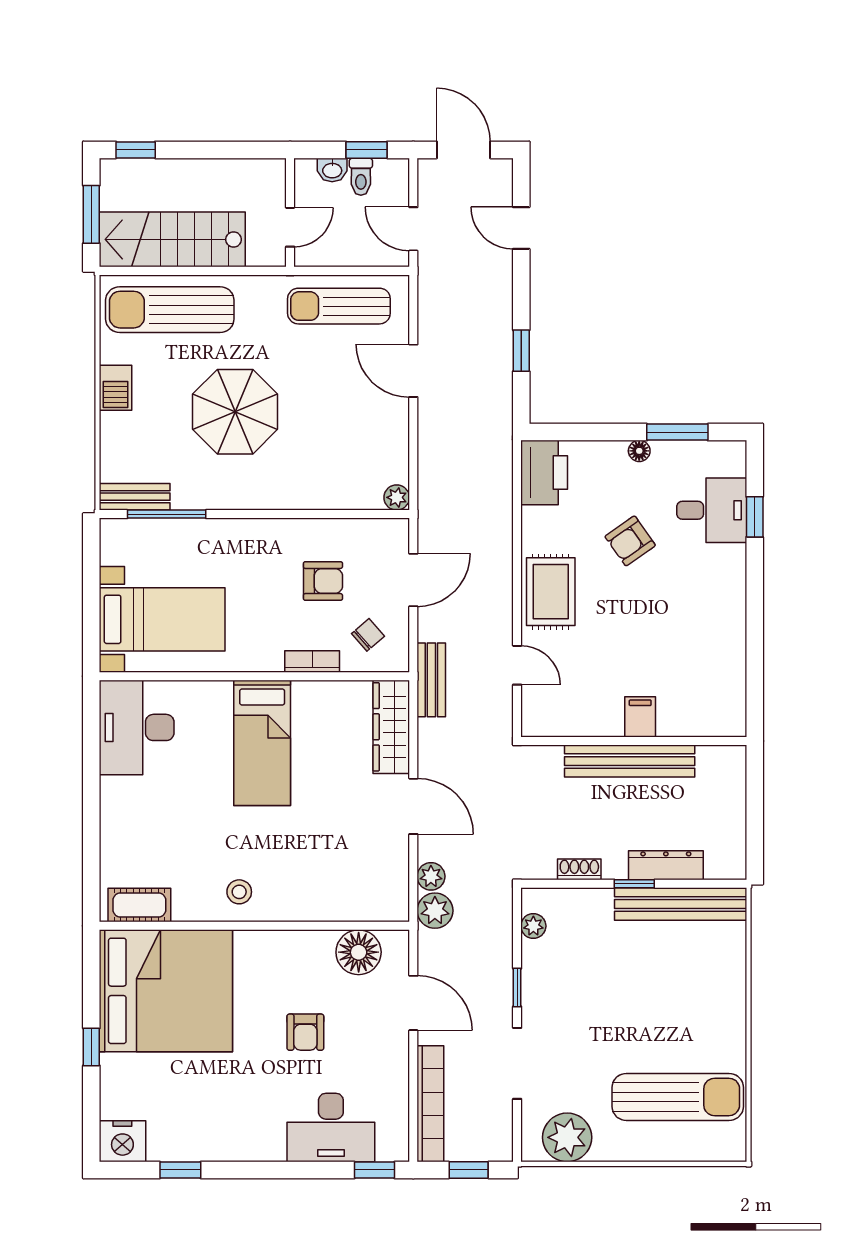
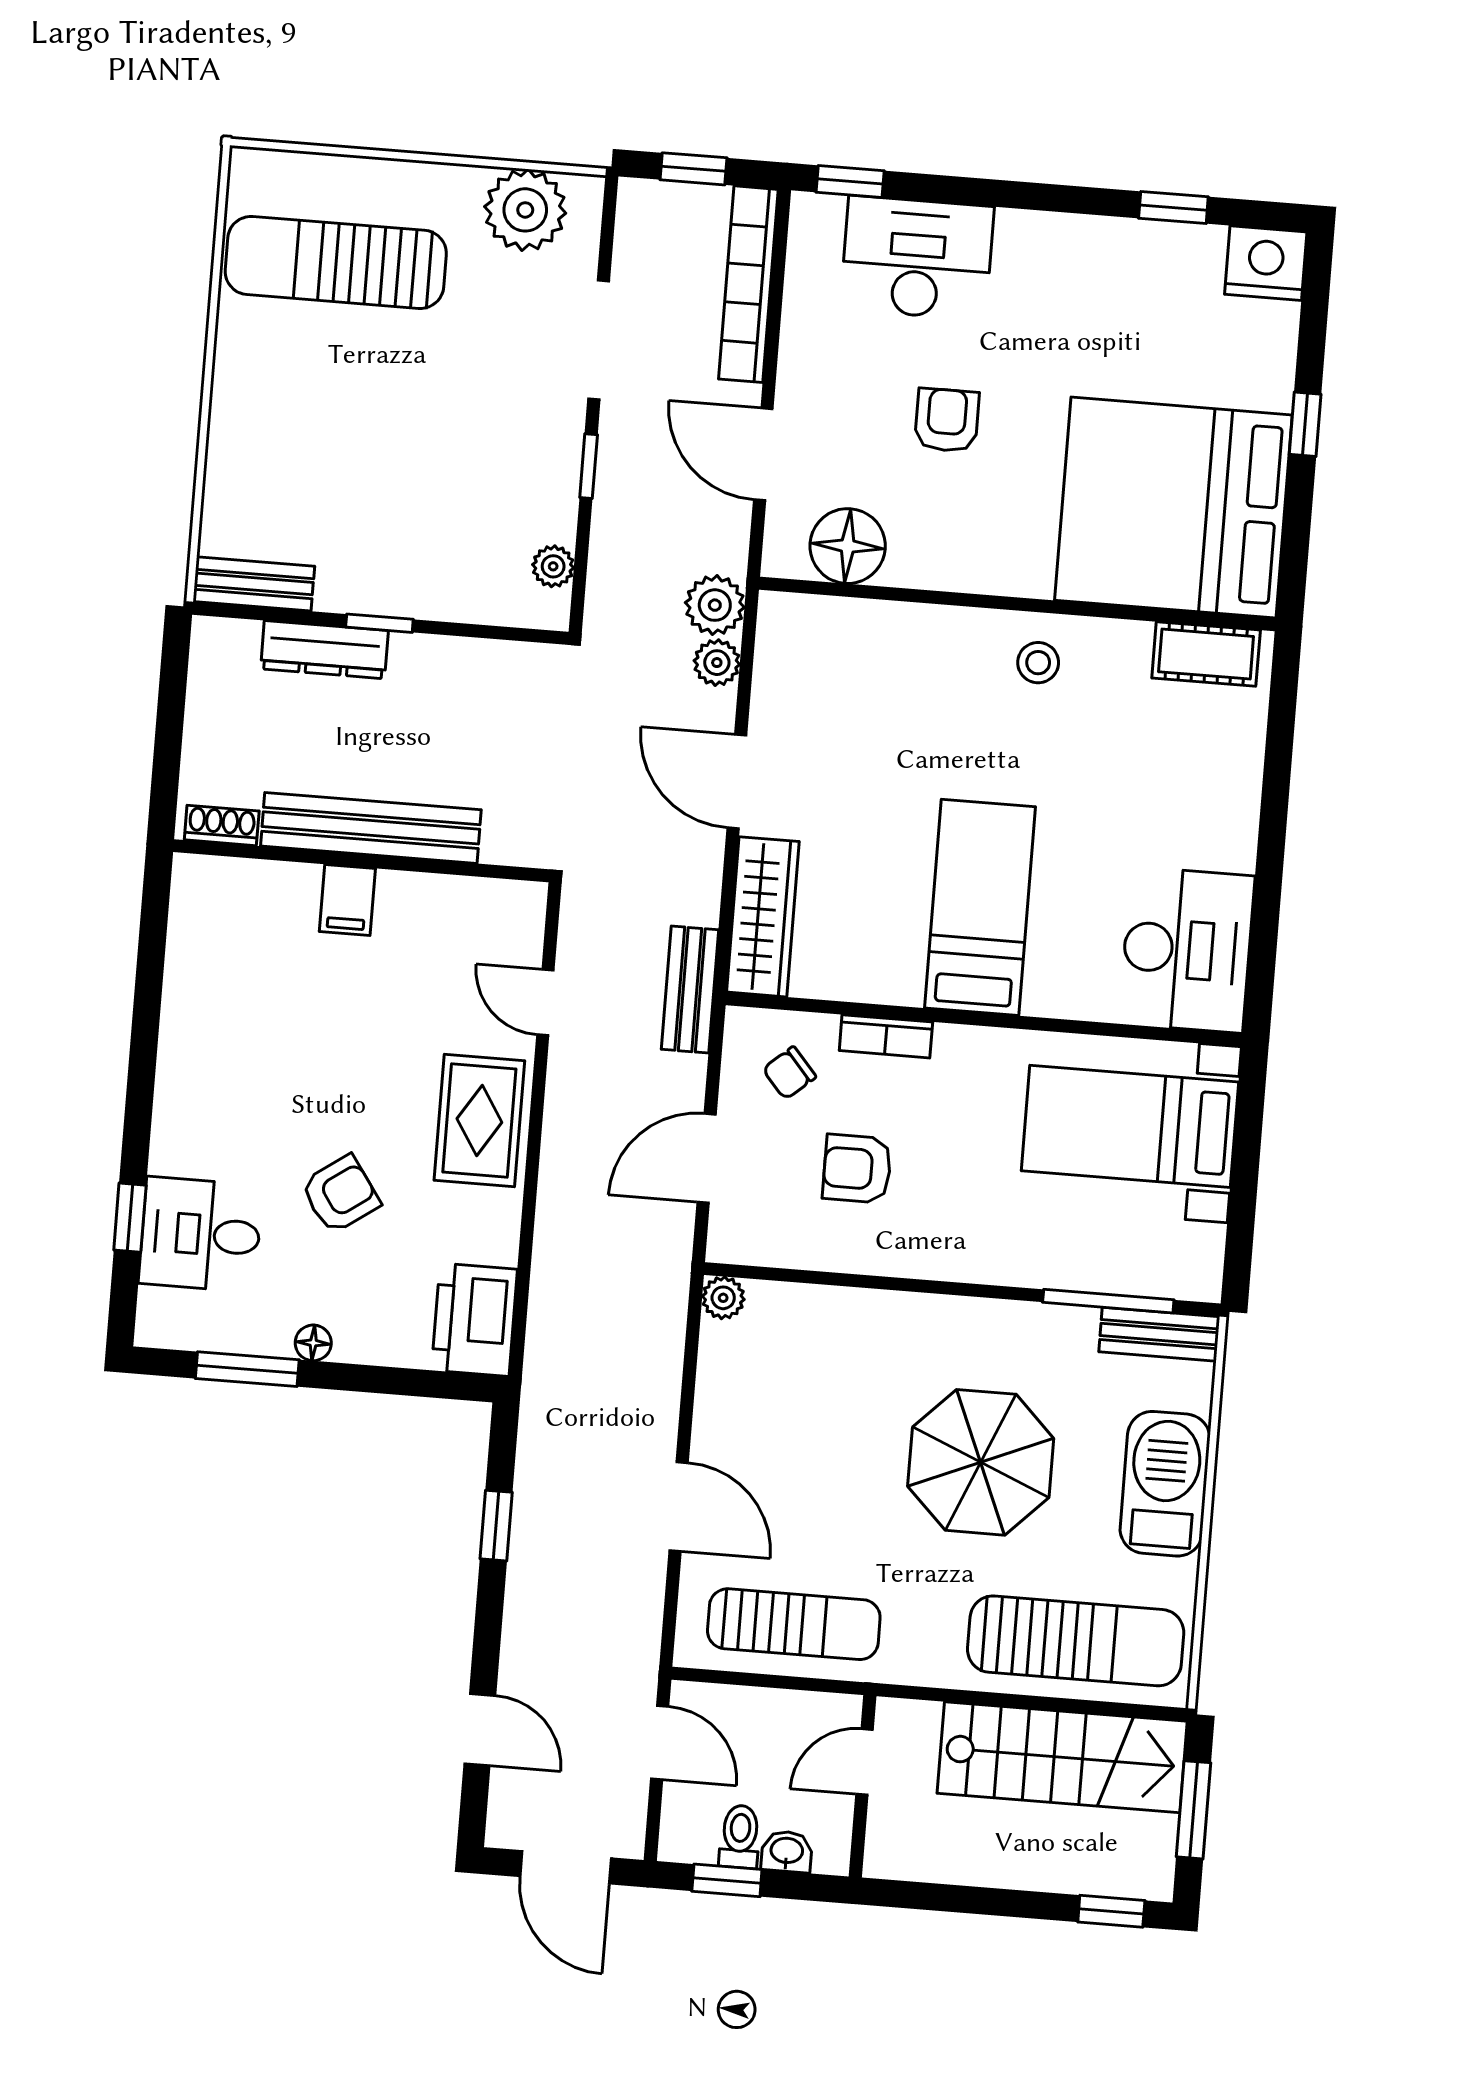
barbecue: (115, 388) -> (1165, 1484), width x1.88, depth x1.53
shoe rack: (579, 869) -> (222, 825), moved, turned 180
bench: (681, 904) -> (254, 584), width x0.54, depth x0.82

